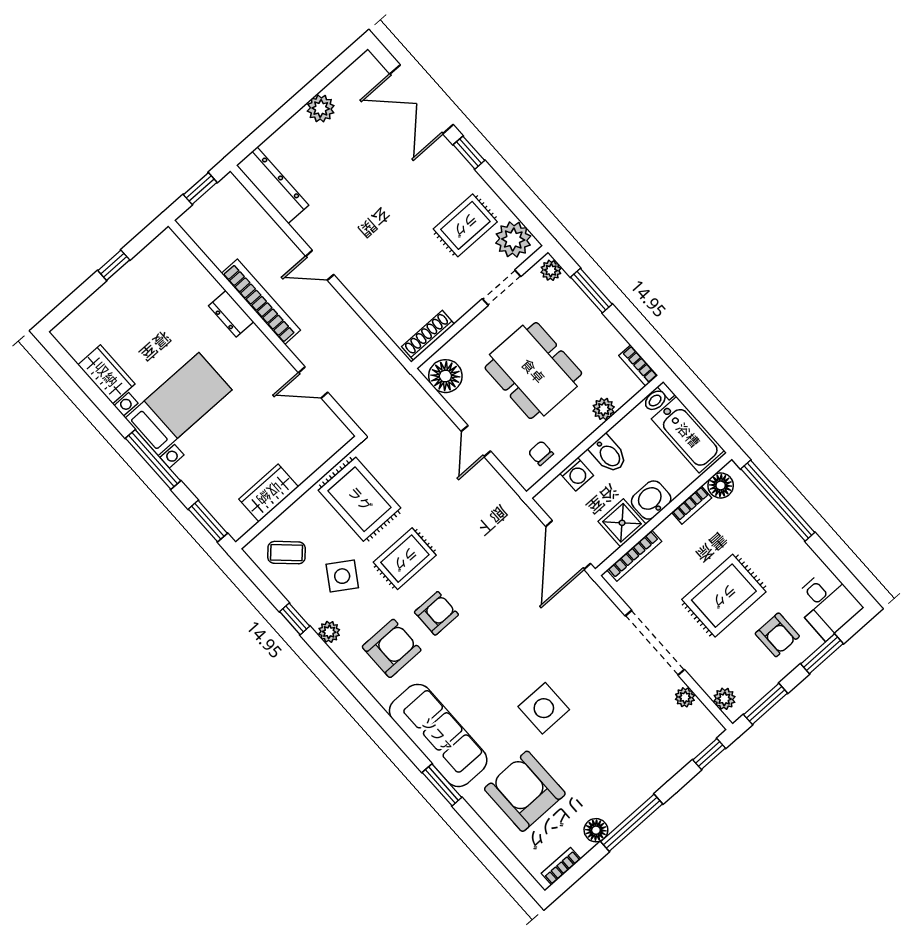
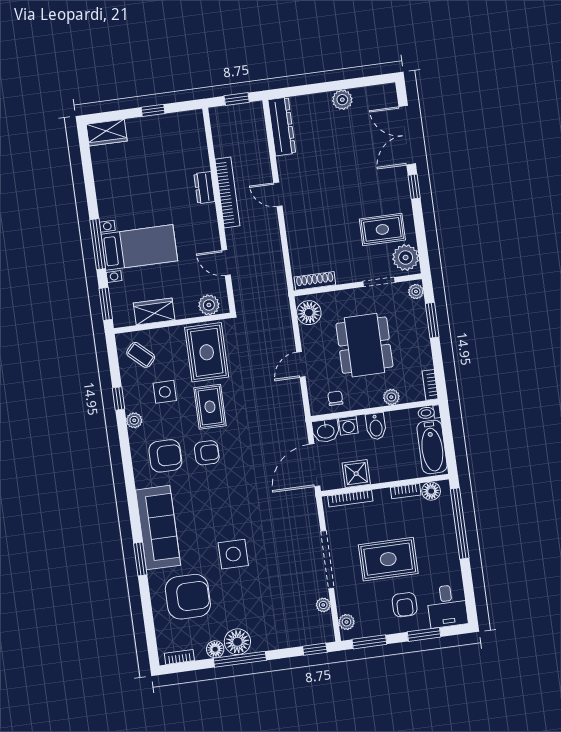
wardrobe: (106, 374) -> (107, 133), moved, turned 90
bed with nightstands: (179, 404) -> (139, 247), moved
plant: (326, 444) -> (209, 305), added
washbasin: (651, 500) -> (326, 431), moved, turned 180
rug: (405, 559) -> (210, 407), turned 90
side table: (342, 576) -> (165, 392), turned -33
armchair: (525, 791) -> (188, 597), turned 90
floor lamp: (616, 805) -> (237, 642), added

